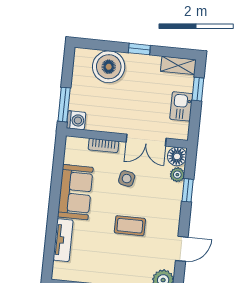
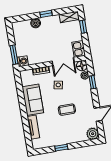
boiler: (109, 67) -> (36, 23), width x0.54, depth x0.54
kitchen sink: (181, 106) -> (79, 49), moved

